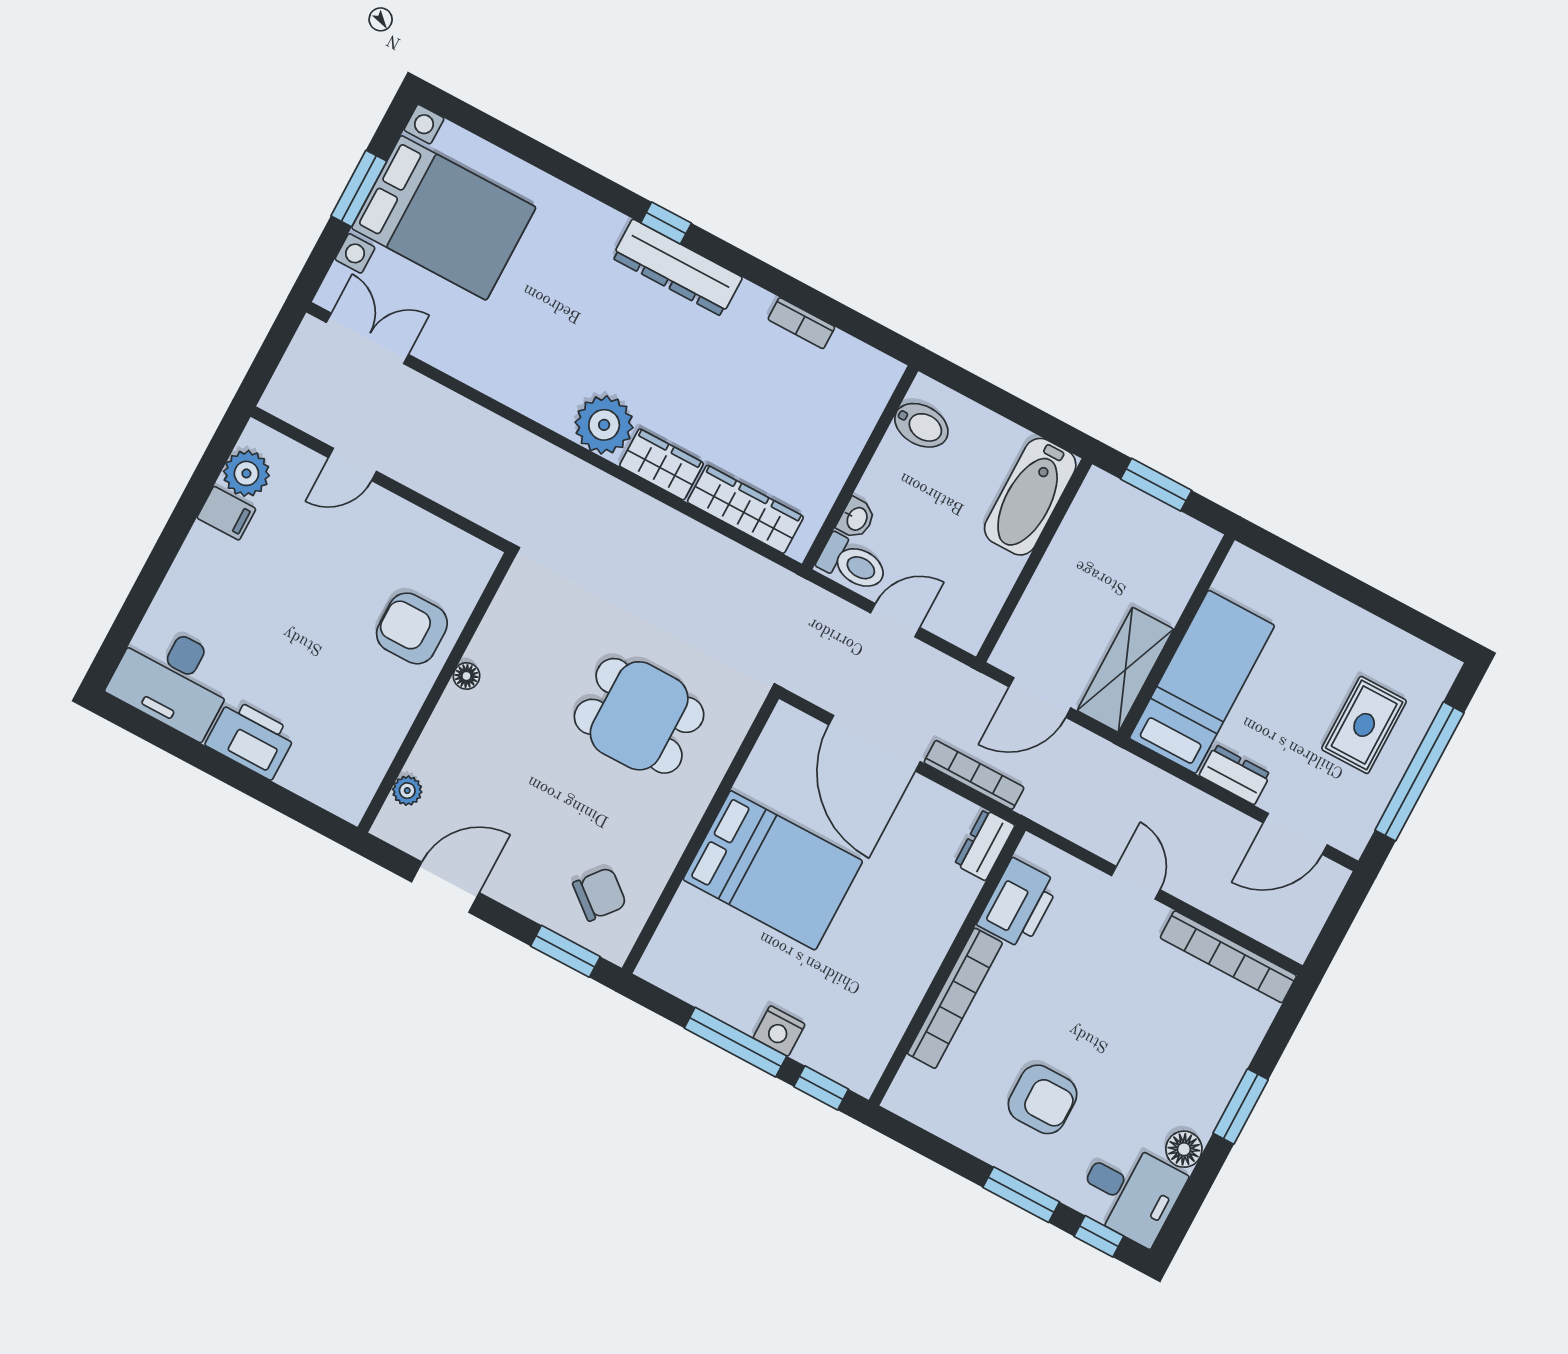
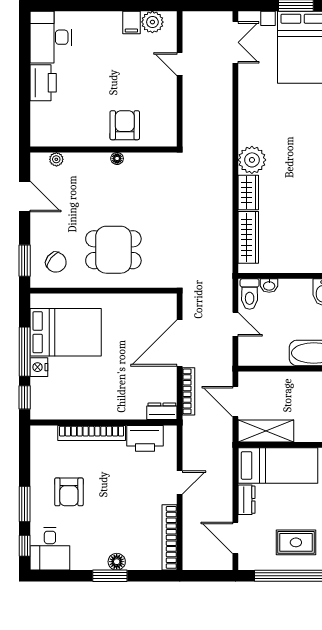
dining table: (639, 716) -> (113, 250), moved, turned 90
bed: (773, 870) -> (66, 332), moved, turned -90
floor lamp: (1184, 1149) -> (117, 562), moved

